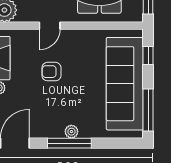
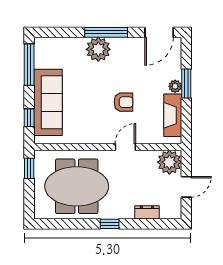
sofa: (125, 84) -> (48, 102), width x0.74, depth x0.79
plant: (71, 132) -> (98, 49), width x1.87, depth x1.87

